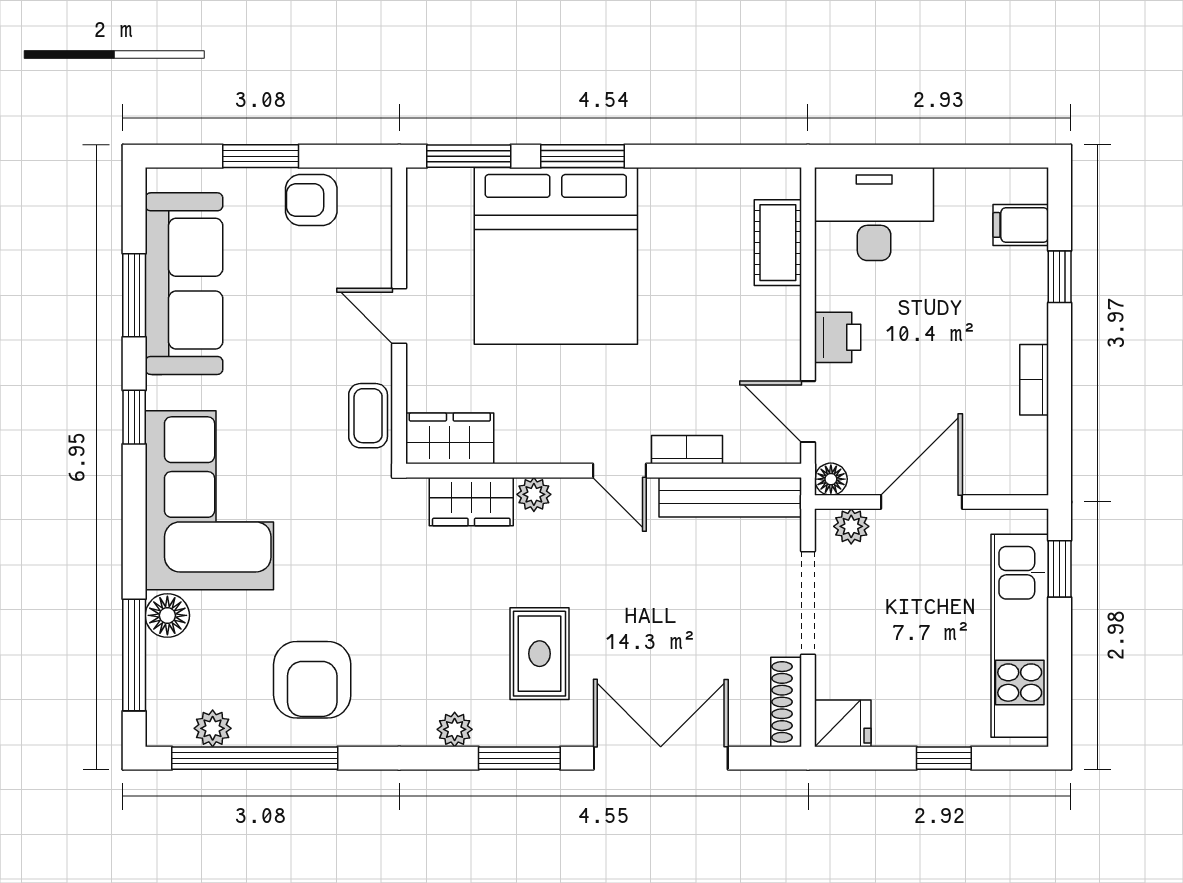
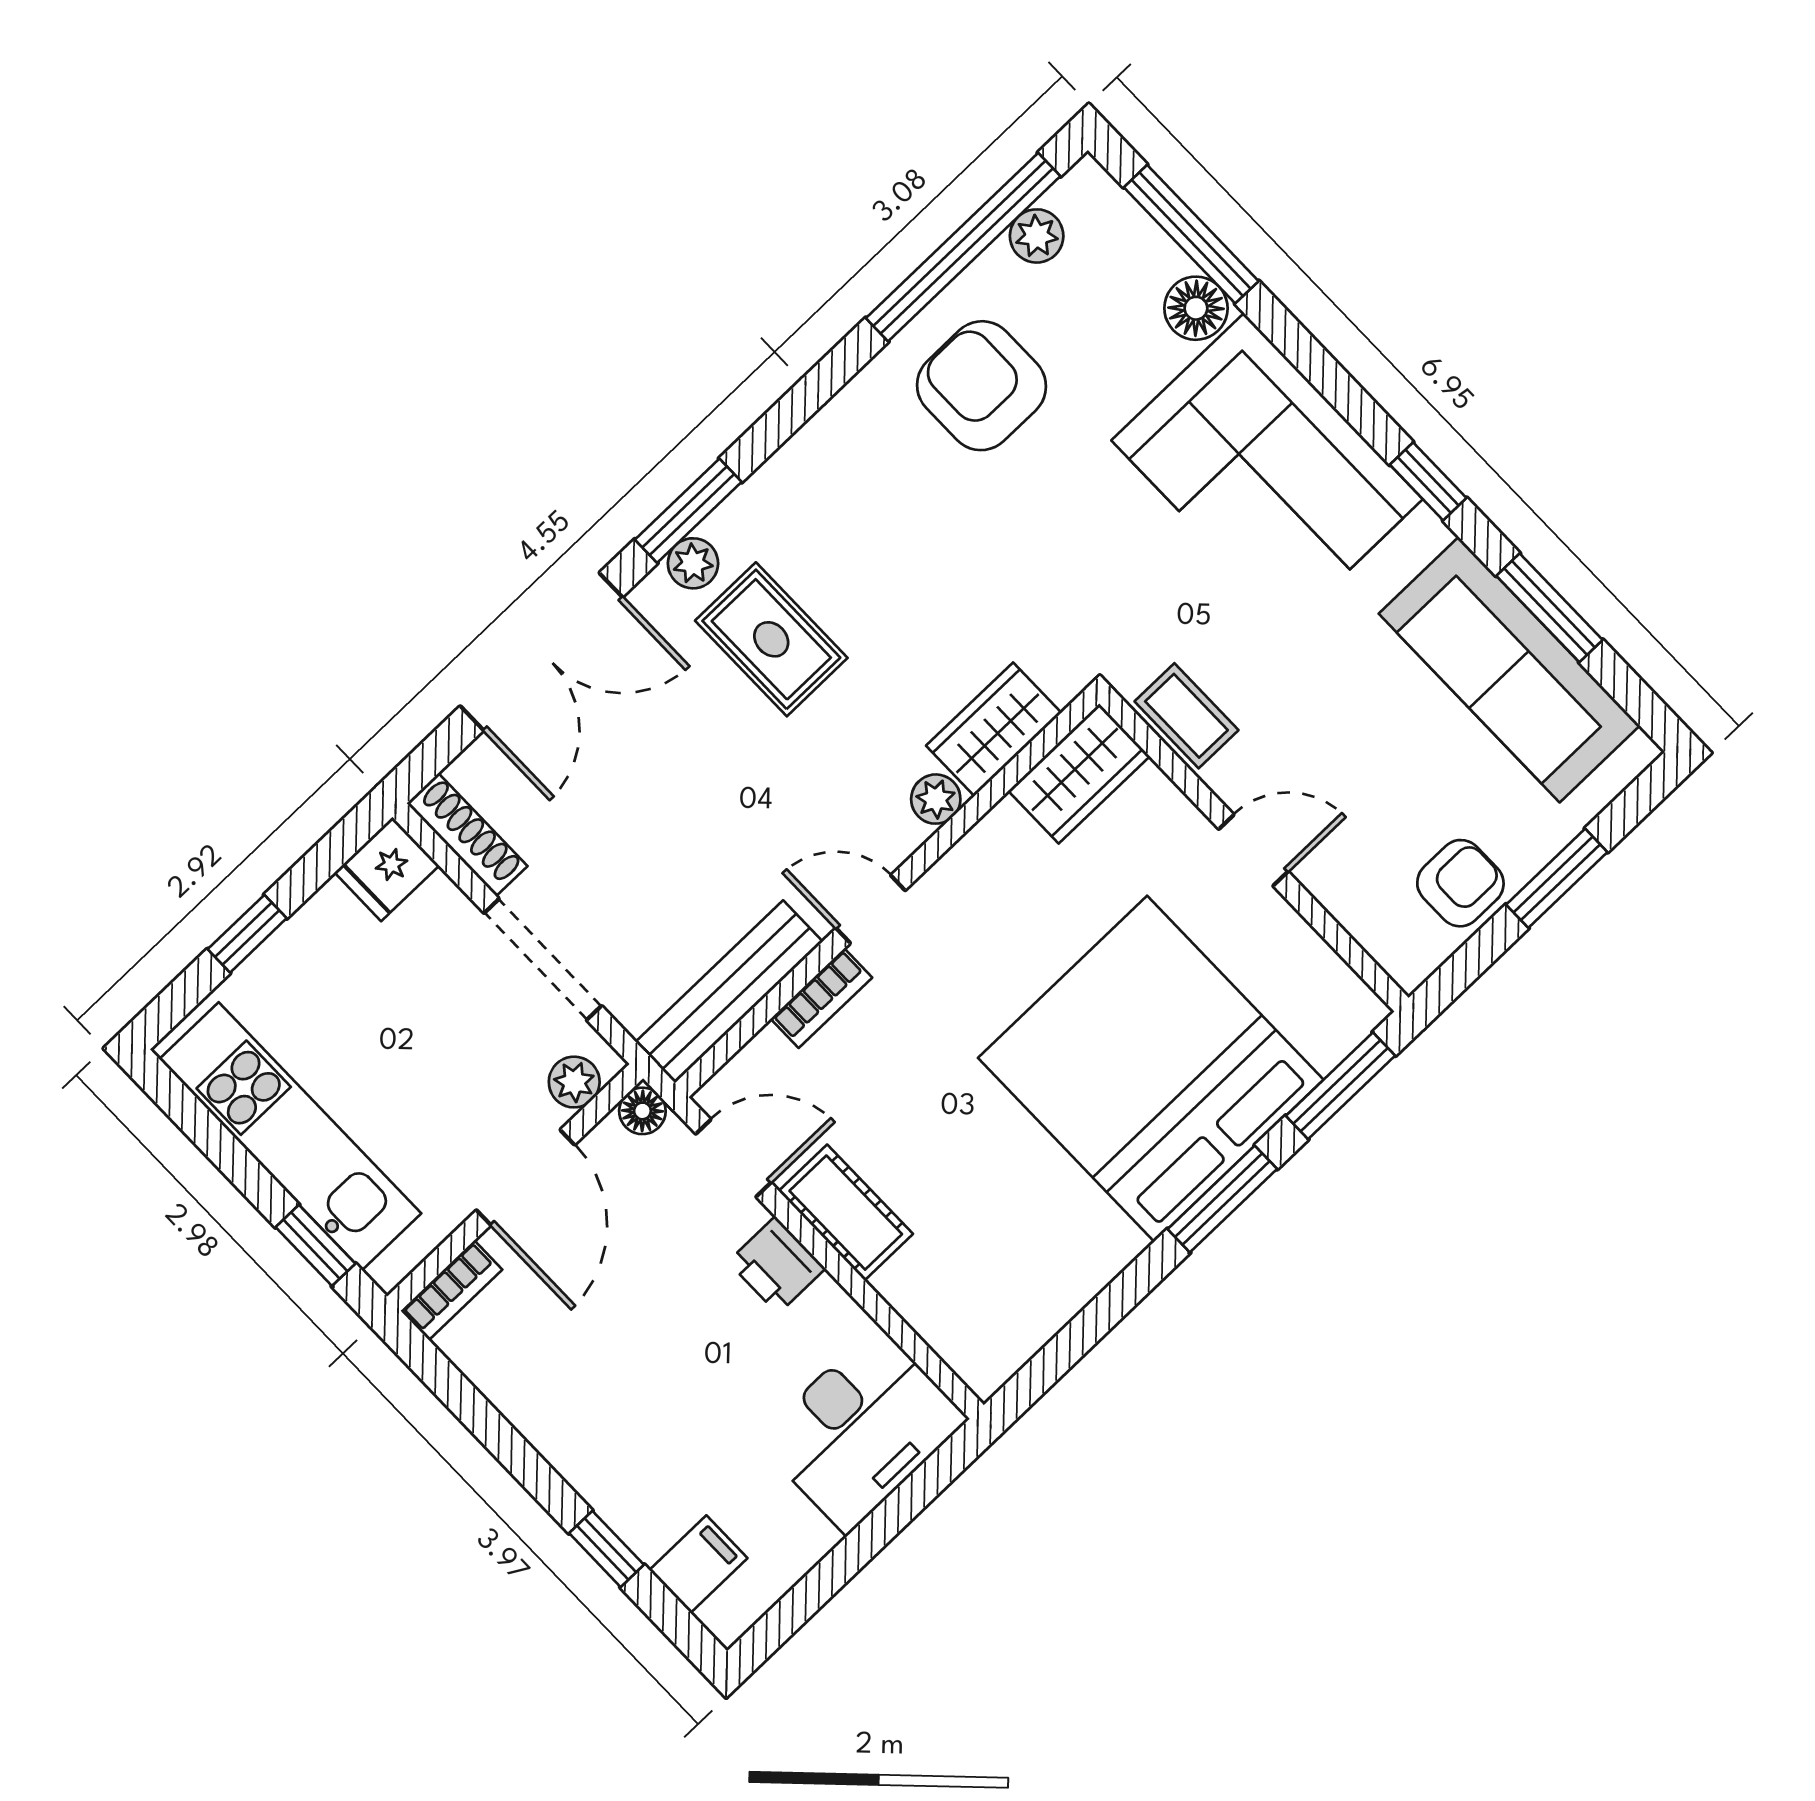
cot: (778, 243) -> (846, 1213), moved
bookcase: (1034, 380) -> (451, 1290), moved, turned 90
plant: (455, 729) -> (693, 563), moved

